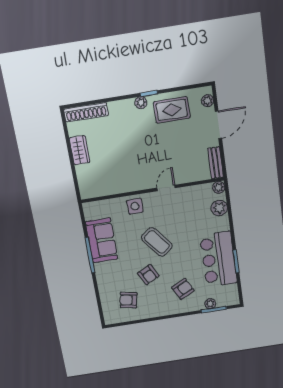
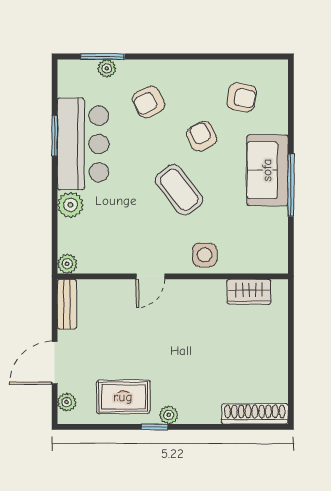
wardrobe: (80, 150) -> (249, 292), moved, turned -90
plant: (219, 208) -> (71, 205), moved
sofa: (102, 240) -> (267, 170), moved

